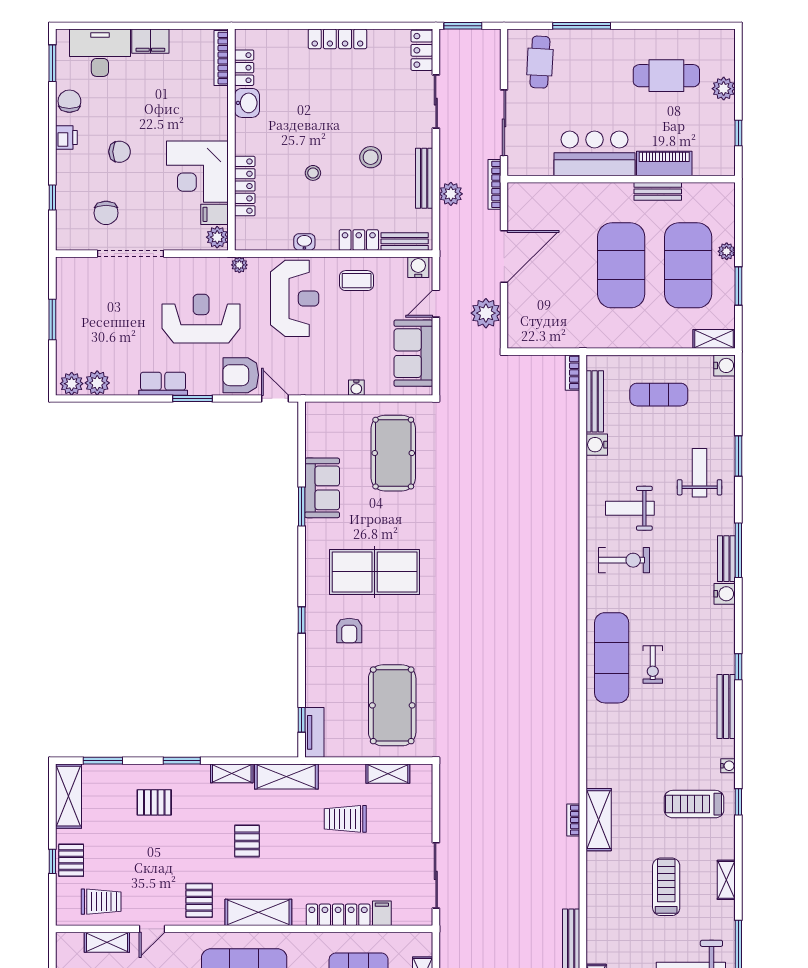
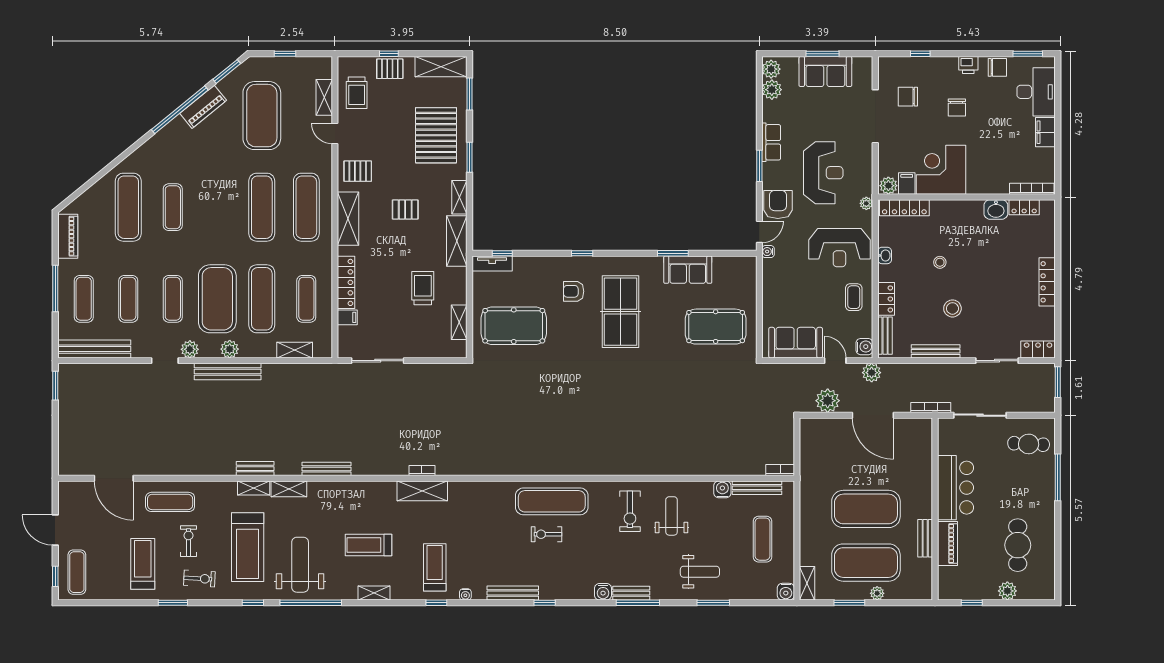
locker: (245, 186) -> (904, 208), moved
plant: (451, 194) -> (872, 373), moved
sofa: (75, 316) -> (825, 71), added
water cooler: (356, 388) -> (768, 252), moved
pallet: (154, 802) -> (436, 135), width x2.05, depth x2.00
treadmill: (666, 887) -> (368, 545), turned 180

